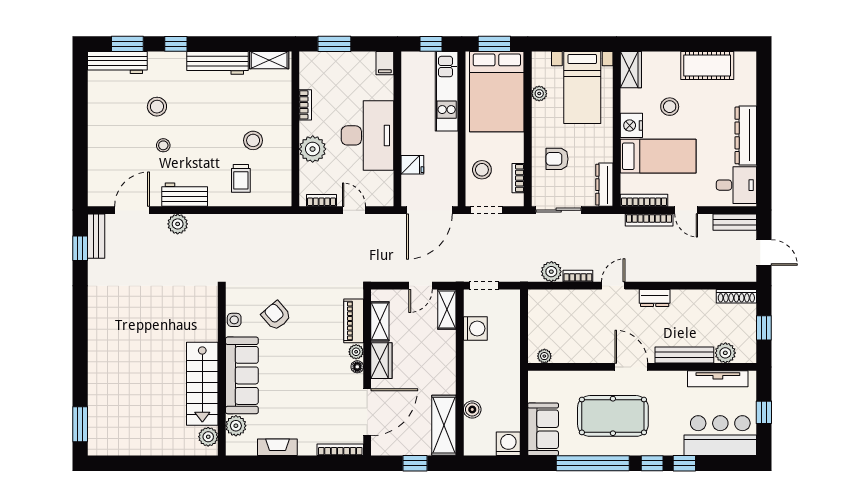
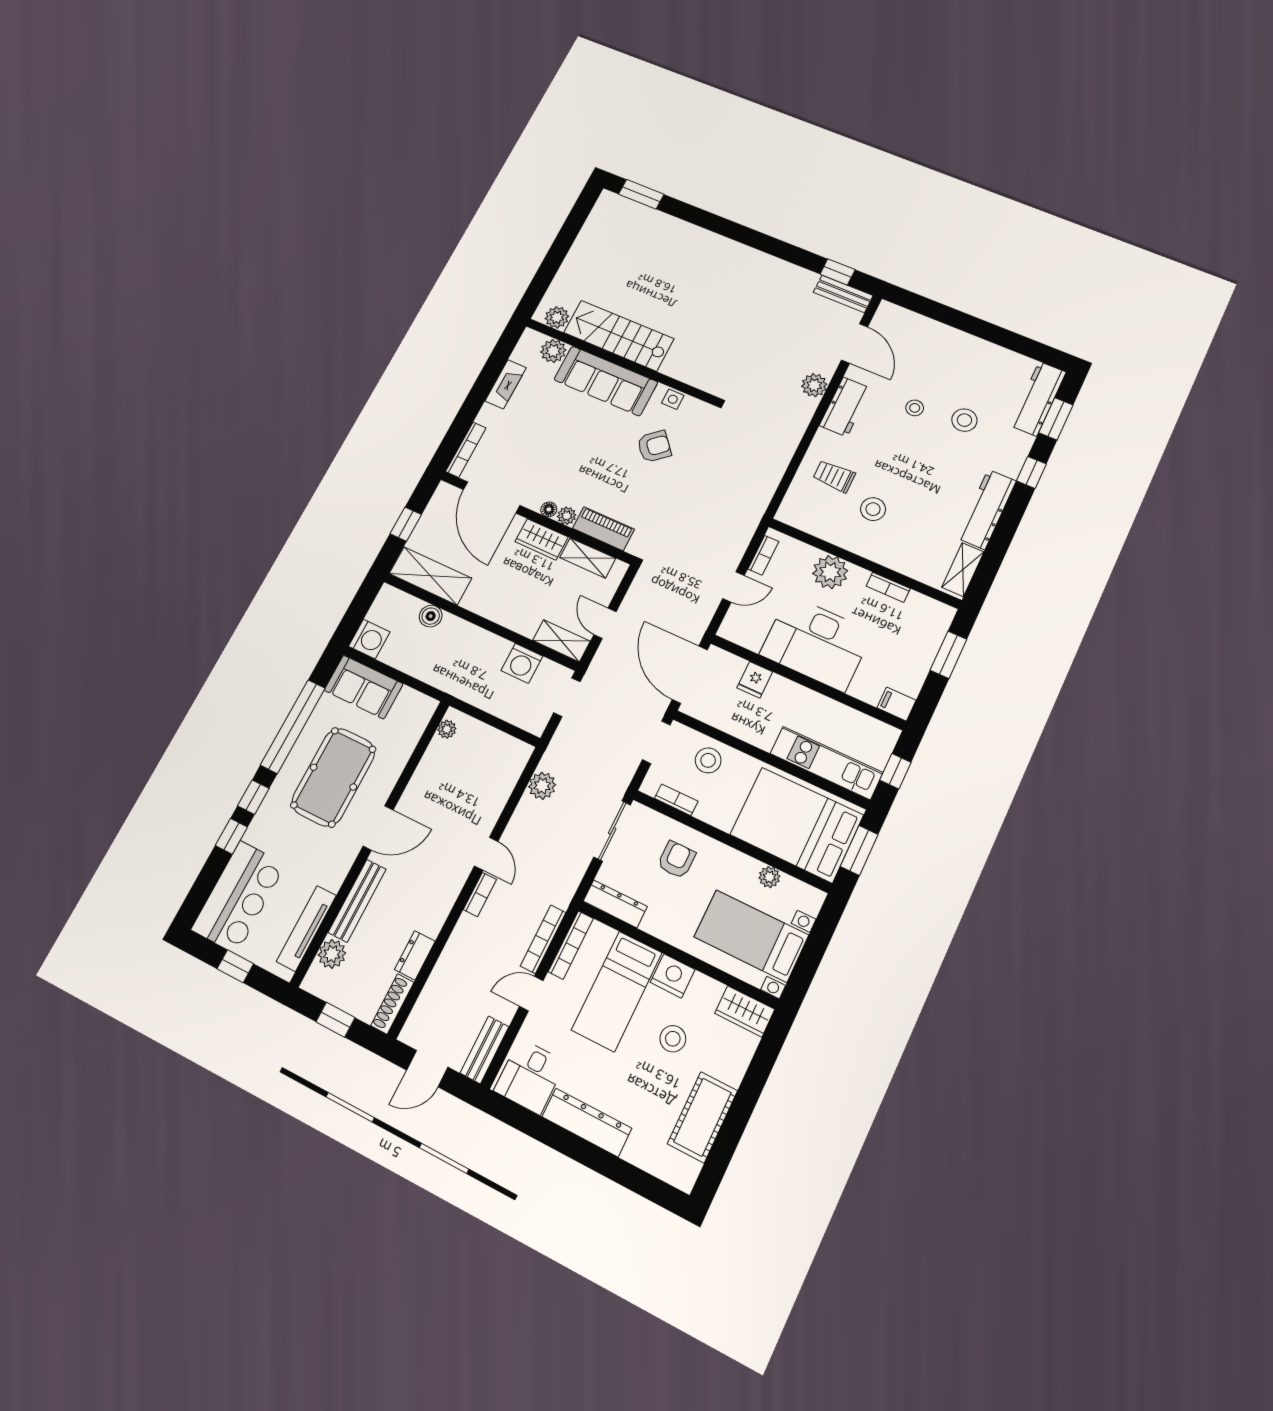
bookcase: (578, 276) -> (480, 895), moved
dresser: (655, 298) -> (415, 955), moved

